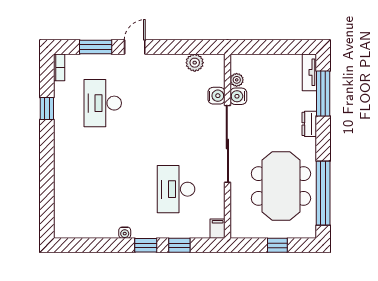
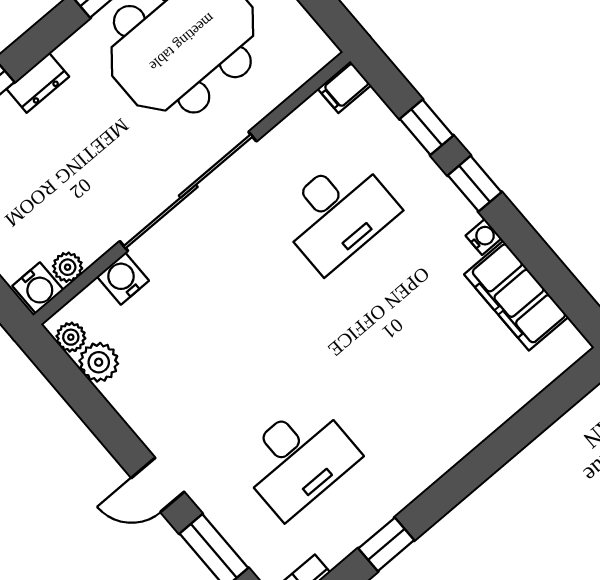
plant: (212, 60) -> (71, 337), added
water cooler: (238, 96) -> (38, 288), moved
filing cabinet: (95, 227) -> (516, 296), added

